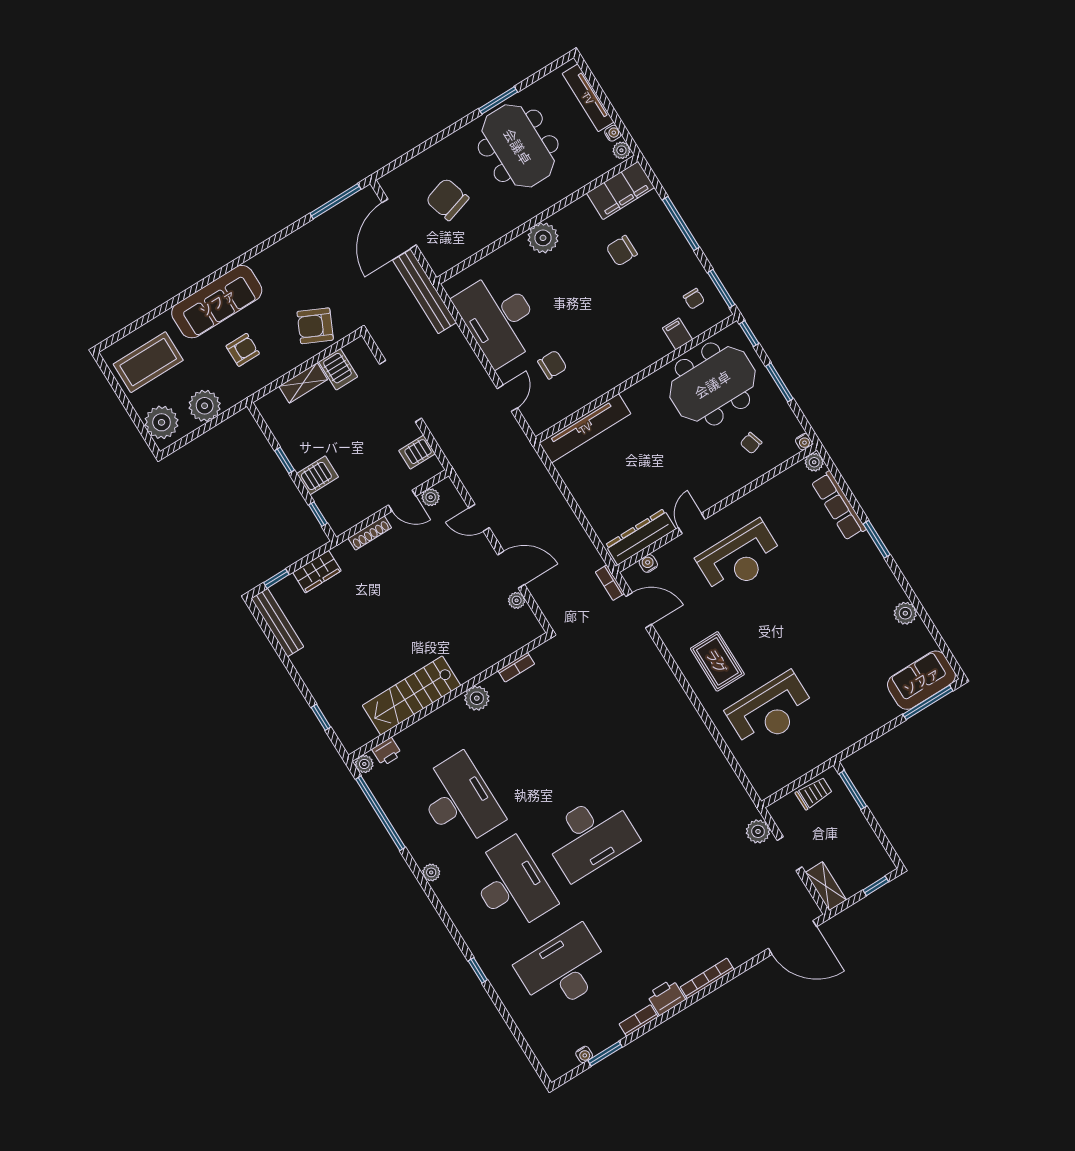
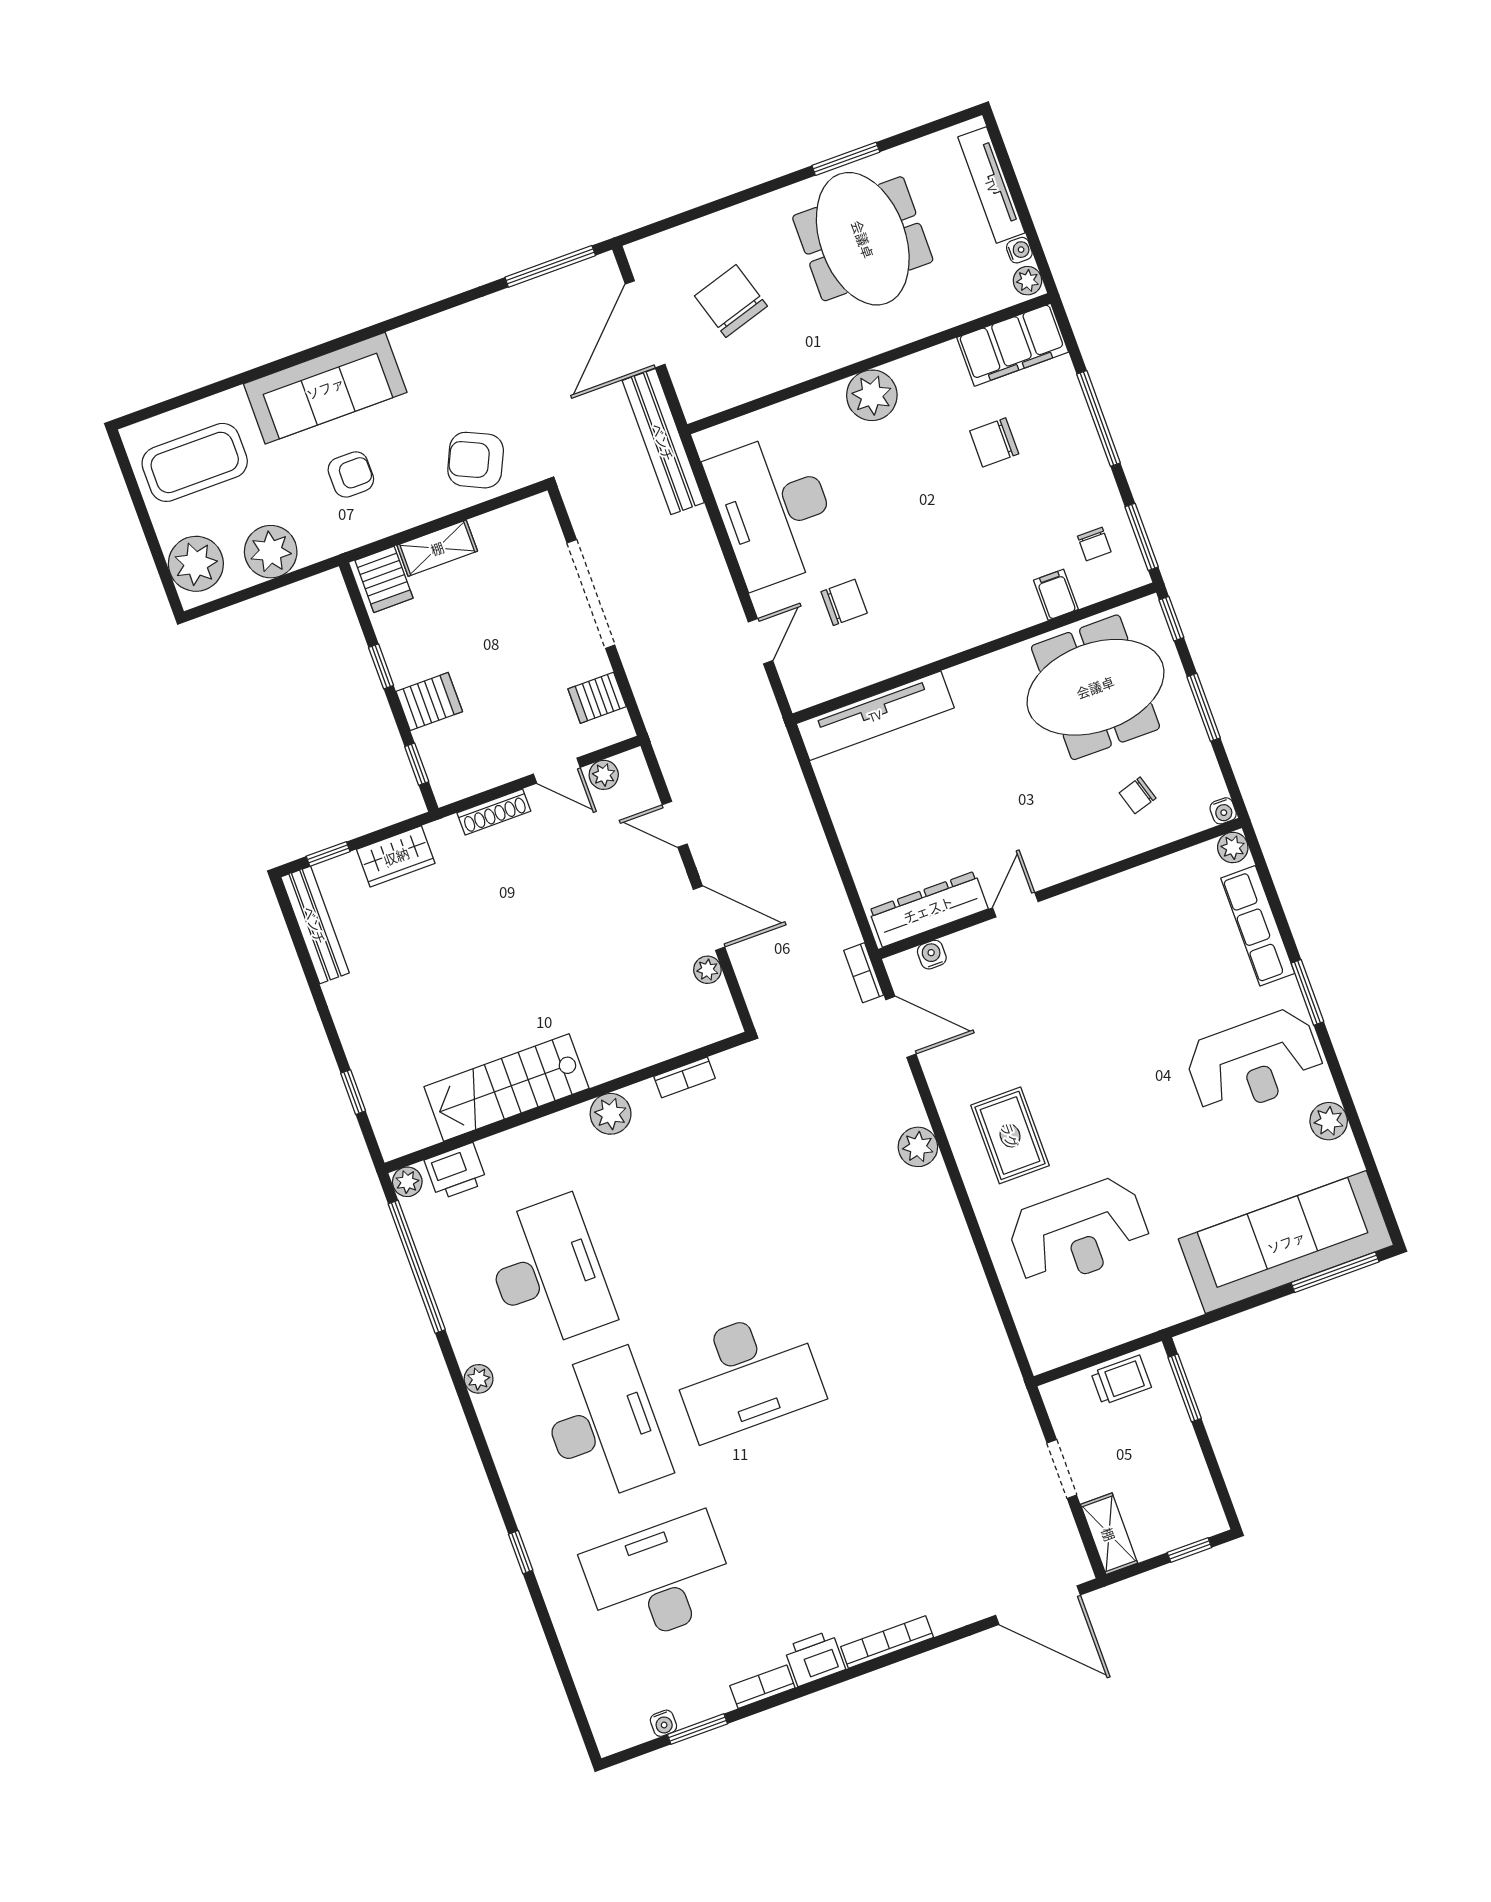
server rack: (338, 369) -> (384, 579), moved
reception desk: (740, 558) -> (1254, 1062), moved
sofa: (921, 680) -> (1286, 1242), width x1.85, depth x1.27
printer: (387, 752) -> (456, 1171), width x1.36, depth x1.24
plant: (758, 831) -> (918, 1147), moved

